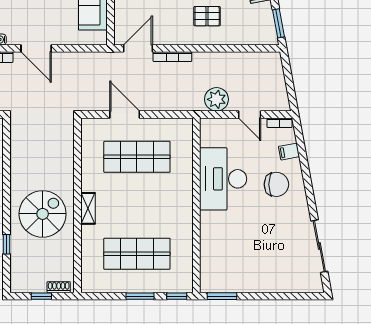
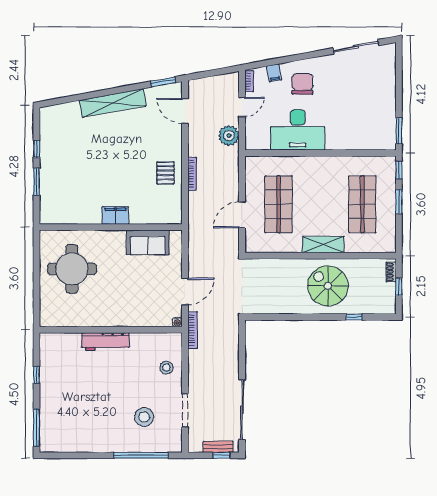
pallet: (207, 16) -> (165, 173), moved
door: (138, 48) -> (185, 111), moved
shelving: (88, 208) -> (323, 245), width x1.50, depth x1.33

